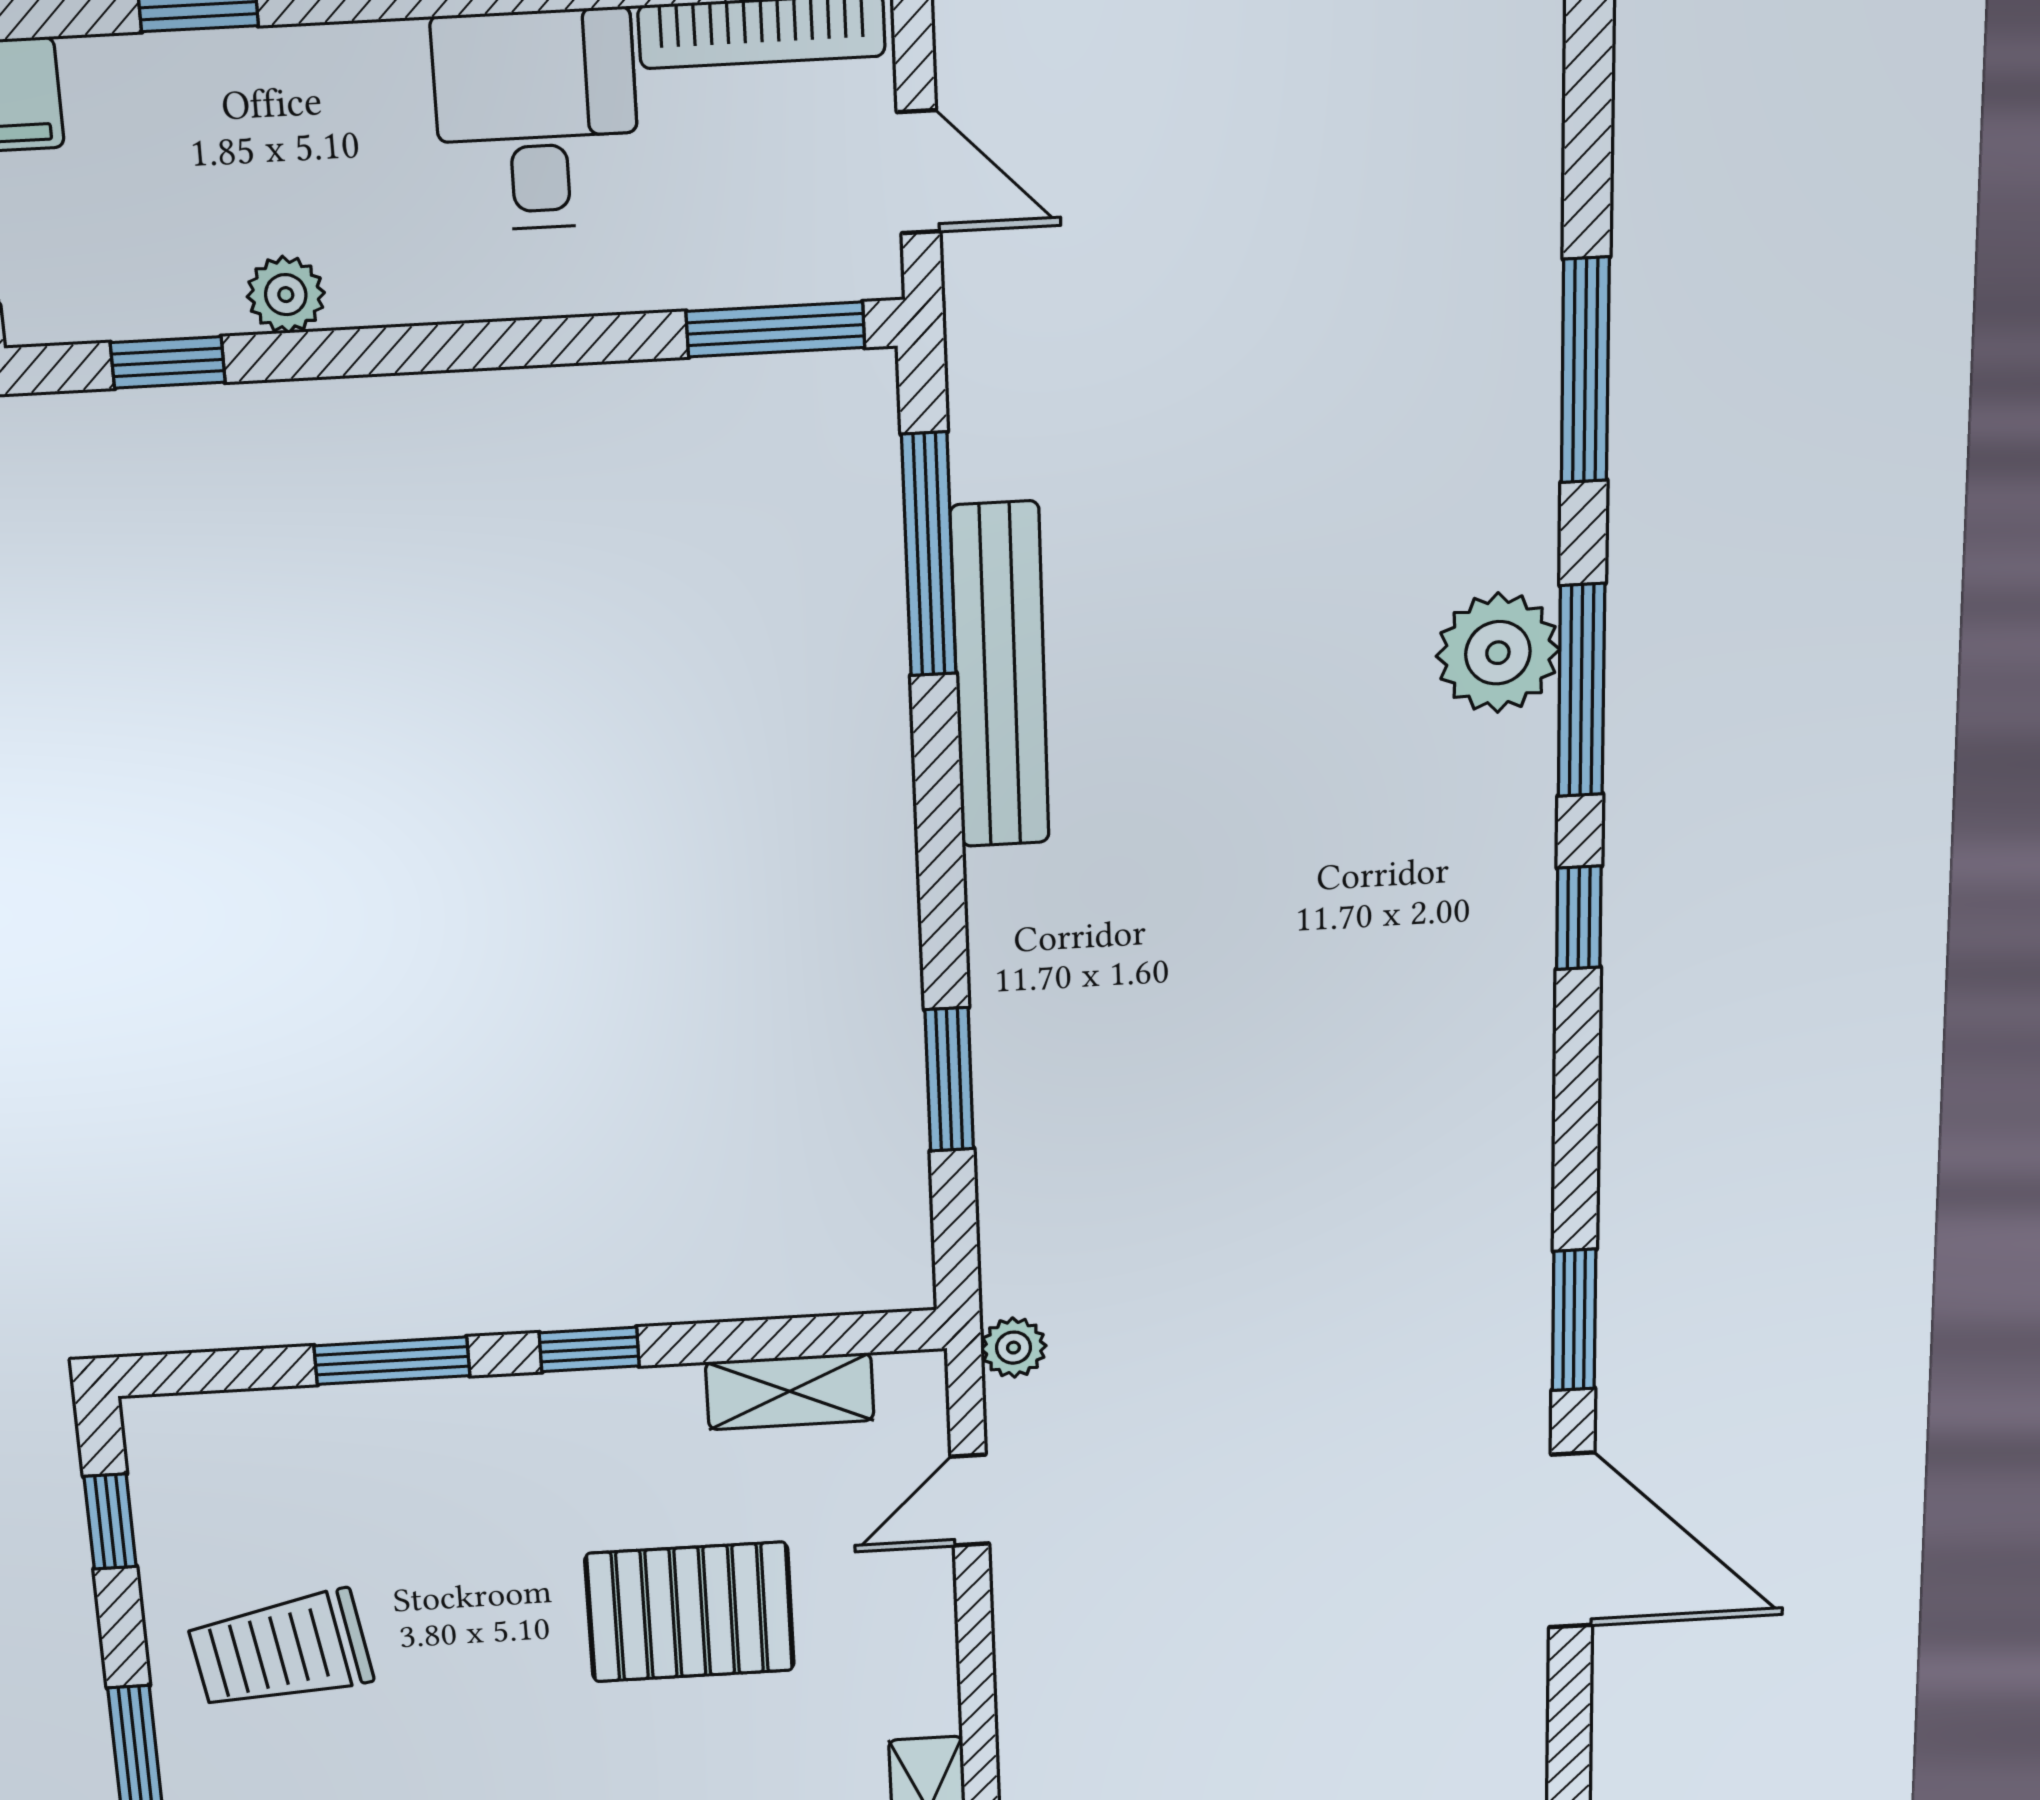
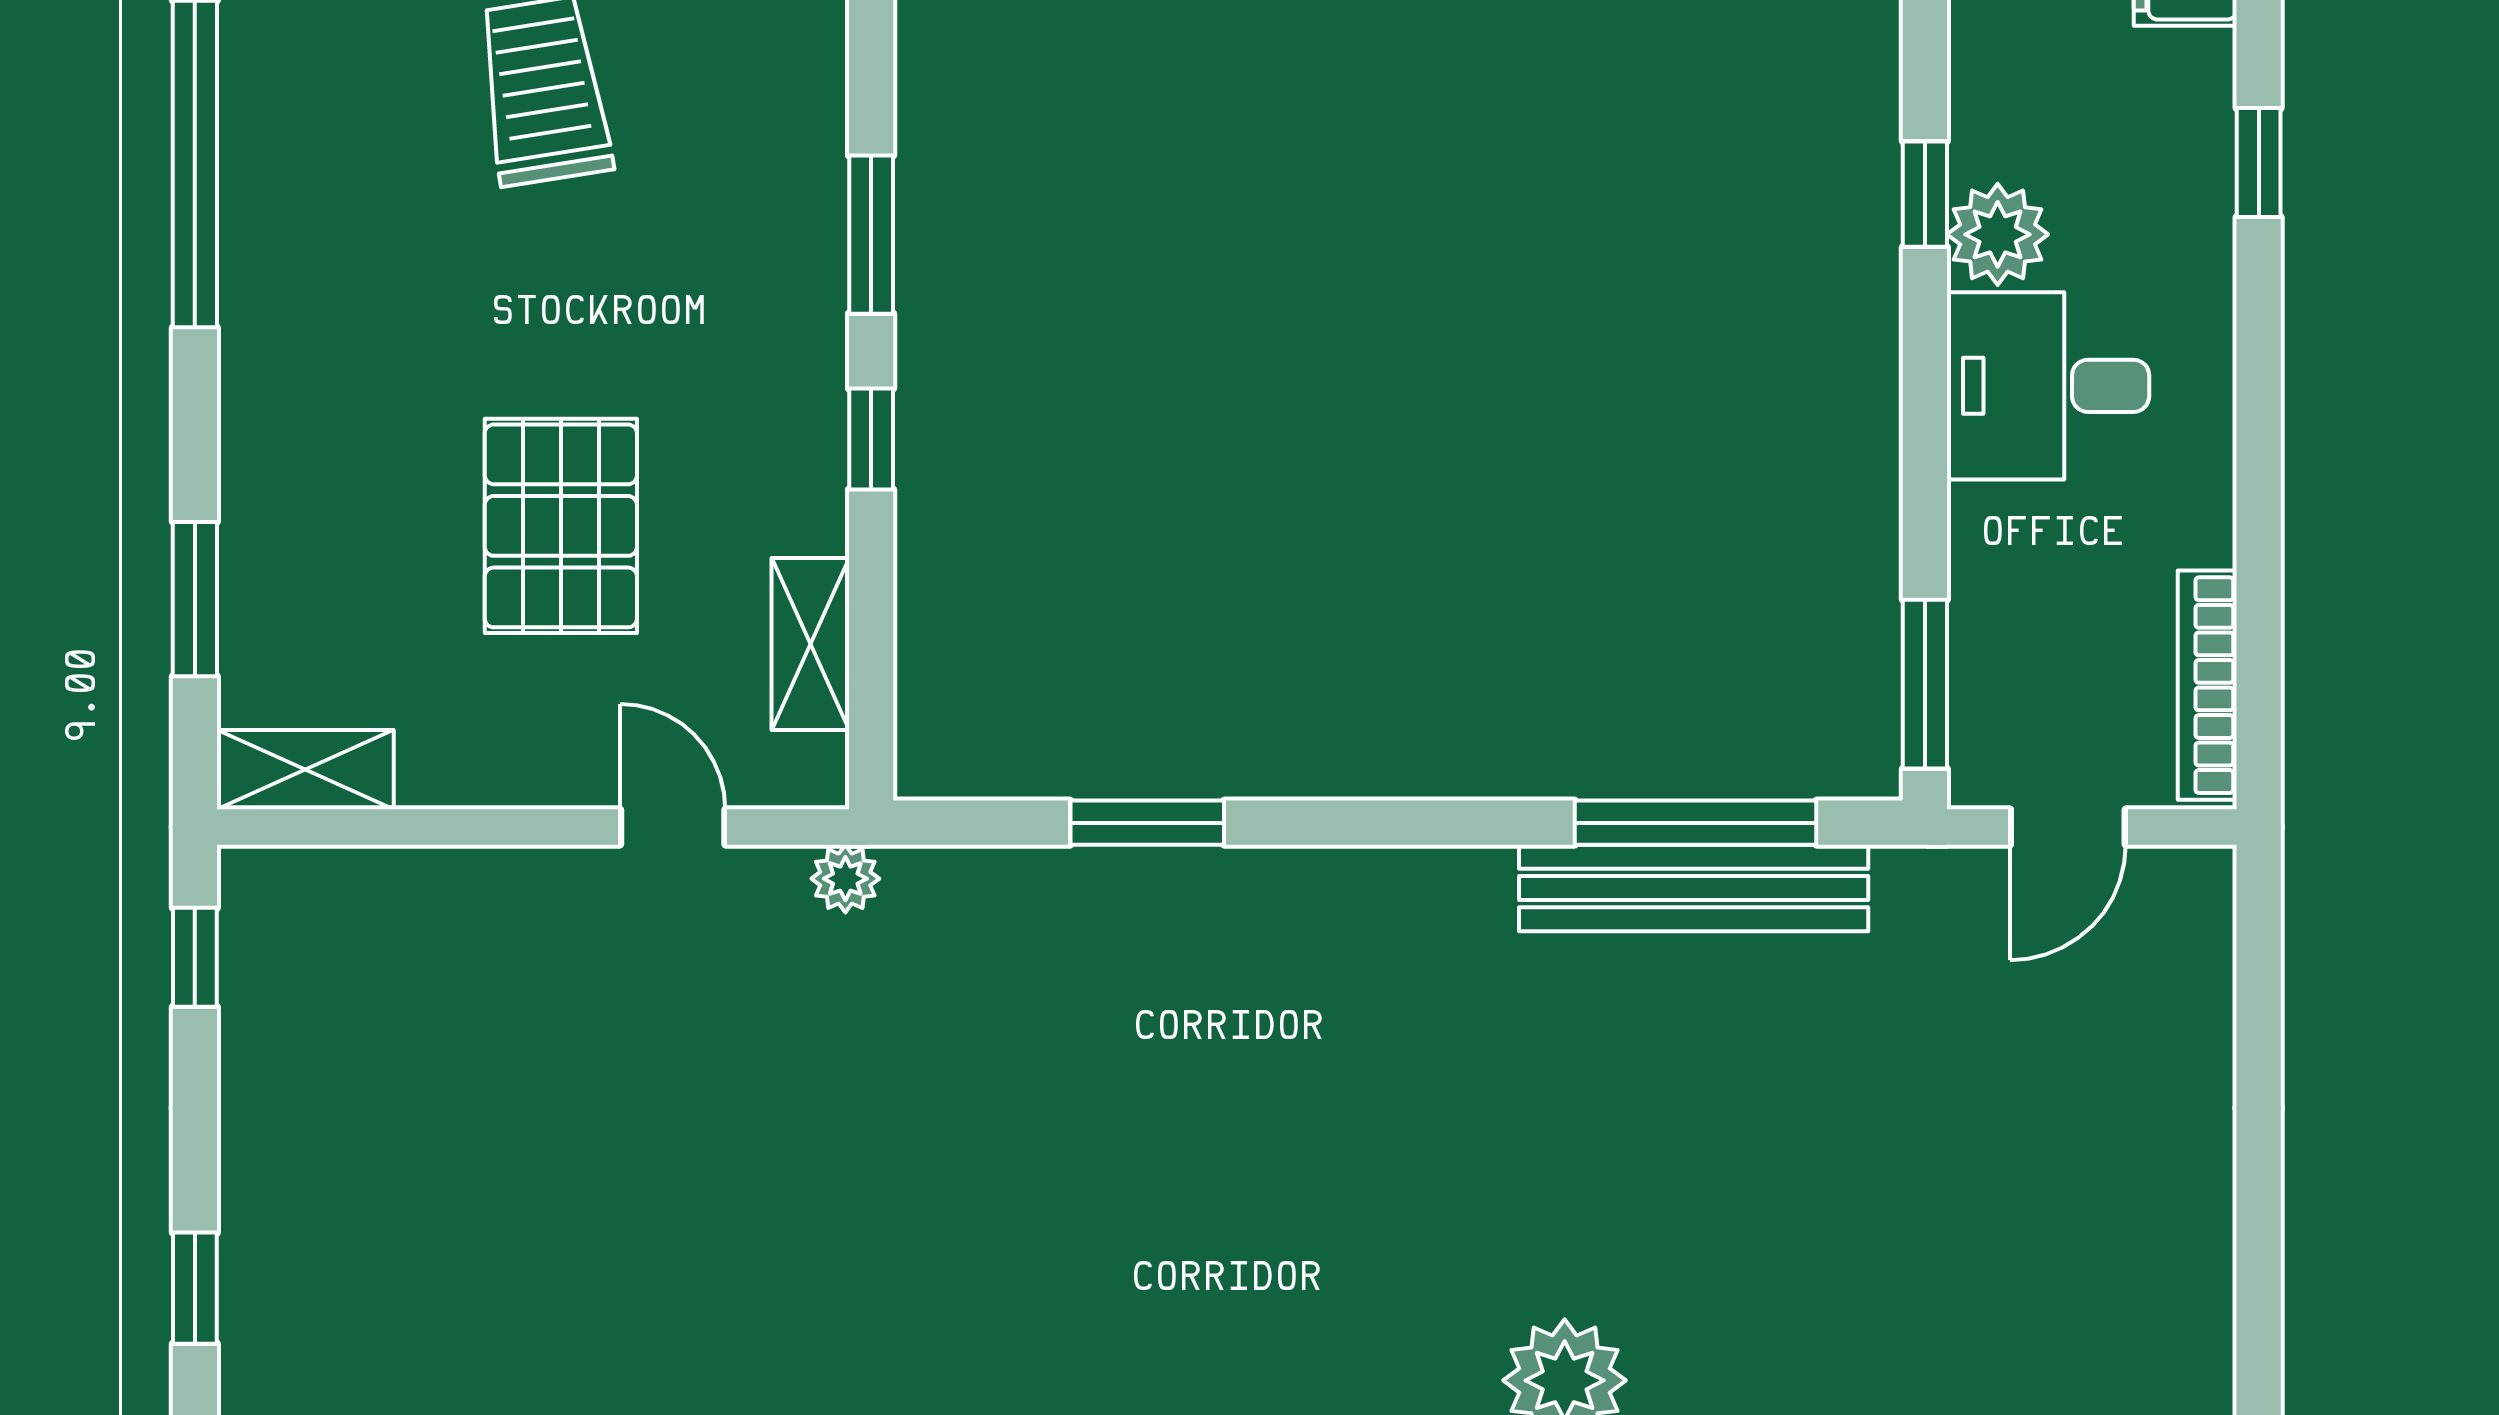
desk: (537, 120) -> (2048, 386), moved, turned 180
plant: (286, 295) -> (1998, 234), width x1.38, depth x1.38
window: (168, 362) -> (1925, 194), moved
bench: (1000, 676) -> (1694, 888), moved

